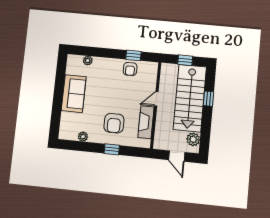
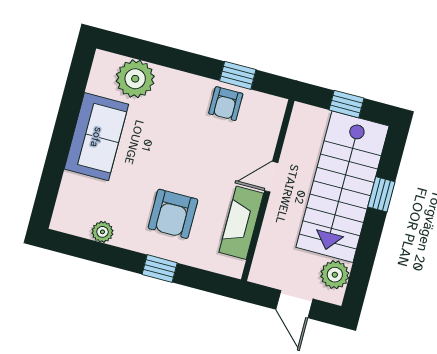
plant: (88, 61) -> (135, 79), width x1.88, depth x1.88

